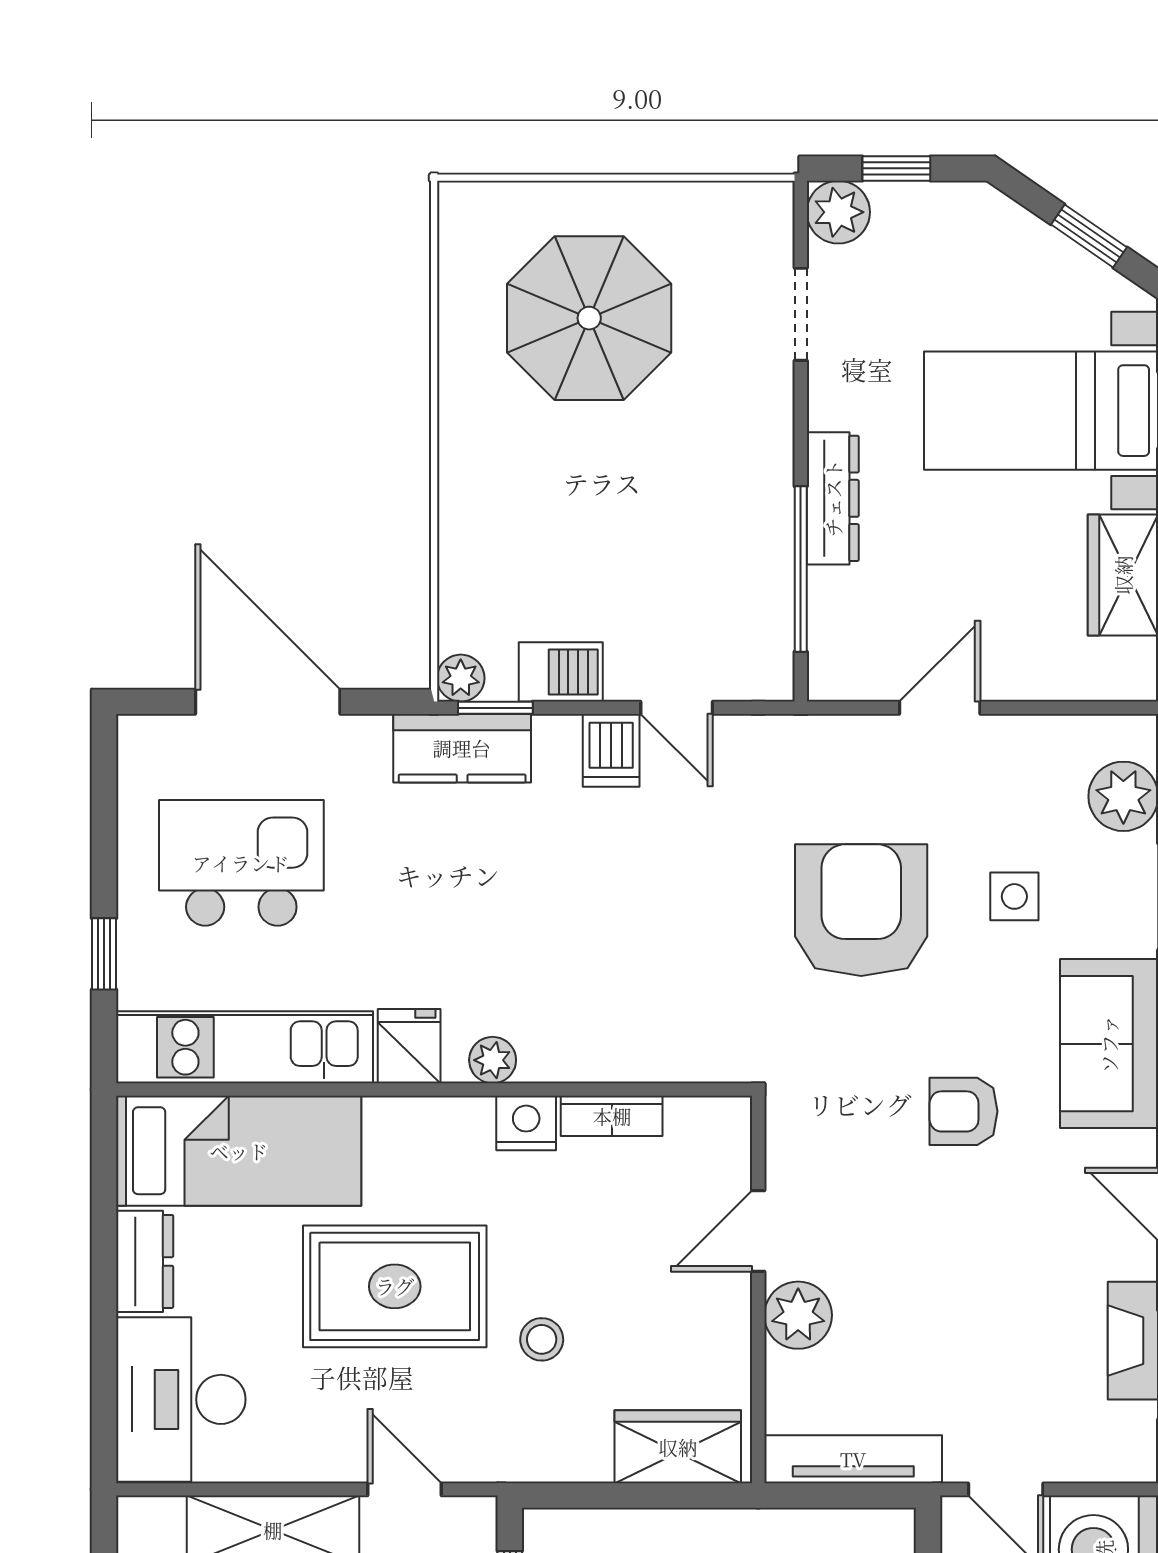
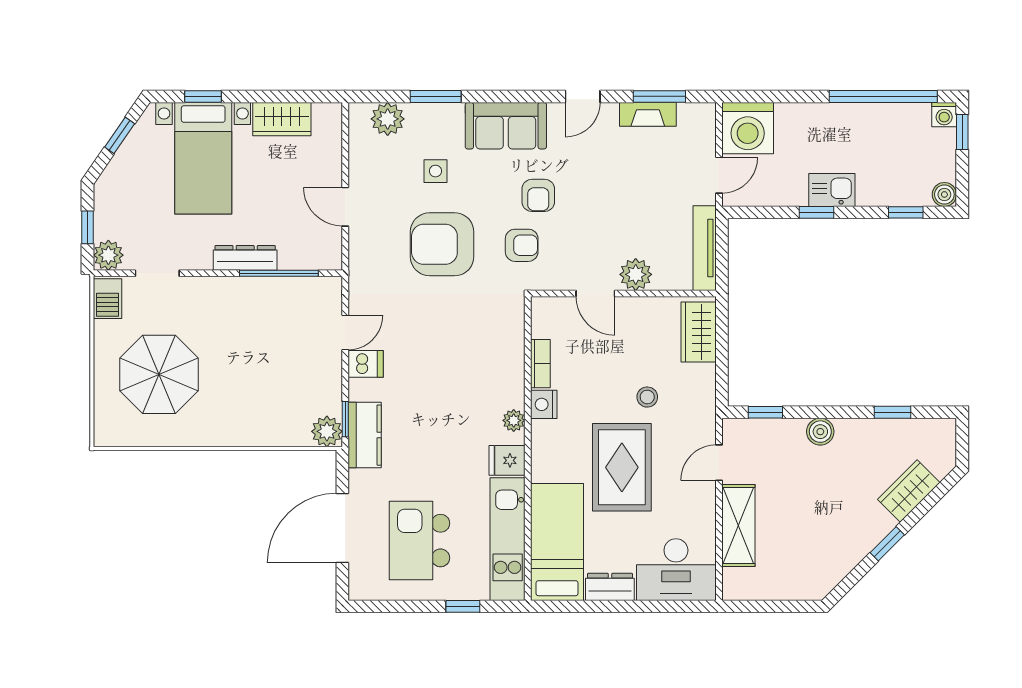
barbecue: (561, 672) -> (107, 299), moved, turned 180
plant: (461, 678) -> (327, 431), width x1.38, depth x1.38
armchair: (859, 1077) -> (522, 245), added

